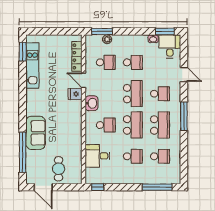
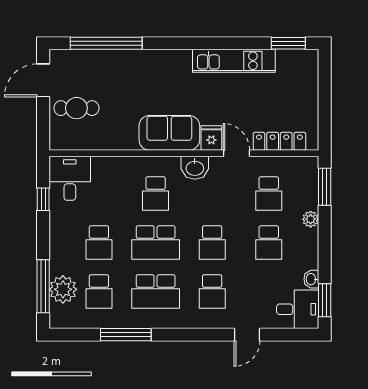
plant: (107, 39) -> (311, 219), moved
kitchen unit: (32, 66) -> (234, 61), moved
door: (83, 80) -> (236, 153), hinge flipped
school desk: (133, 94) -> (212, 242), width x0.54
window: (184, 116) -> (126, 335), moved
sofa: (36, 133) -> (169, 133), moved, turned 180
desk: (97, 156) -> (70, 178), moved
plant: (159, 176) -> (63, 289), added
window: (98, 187) -> (43, 199), moved

